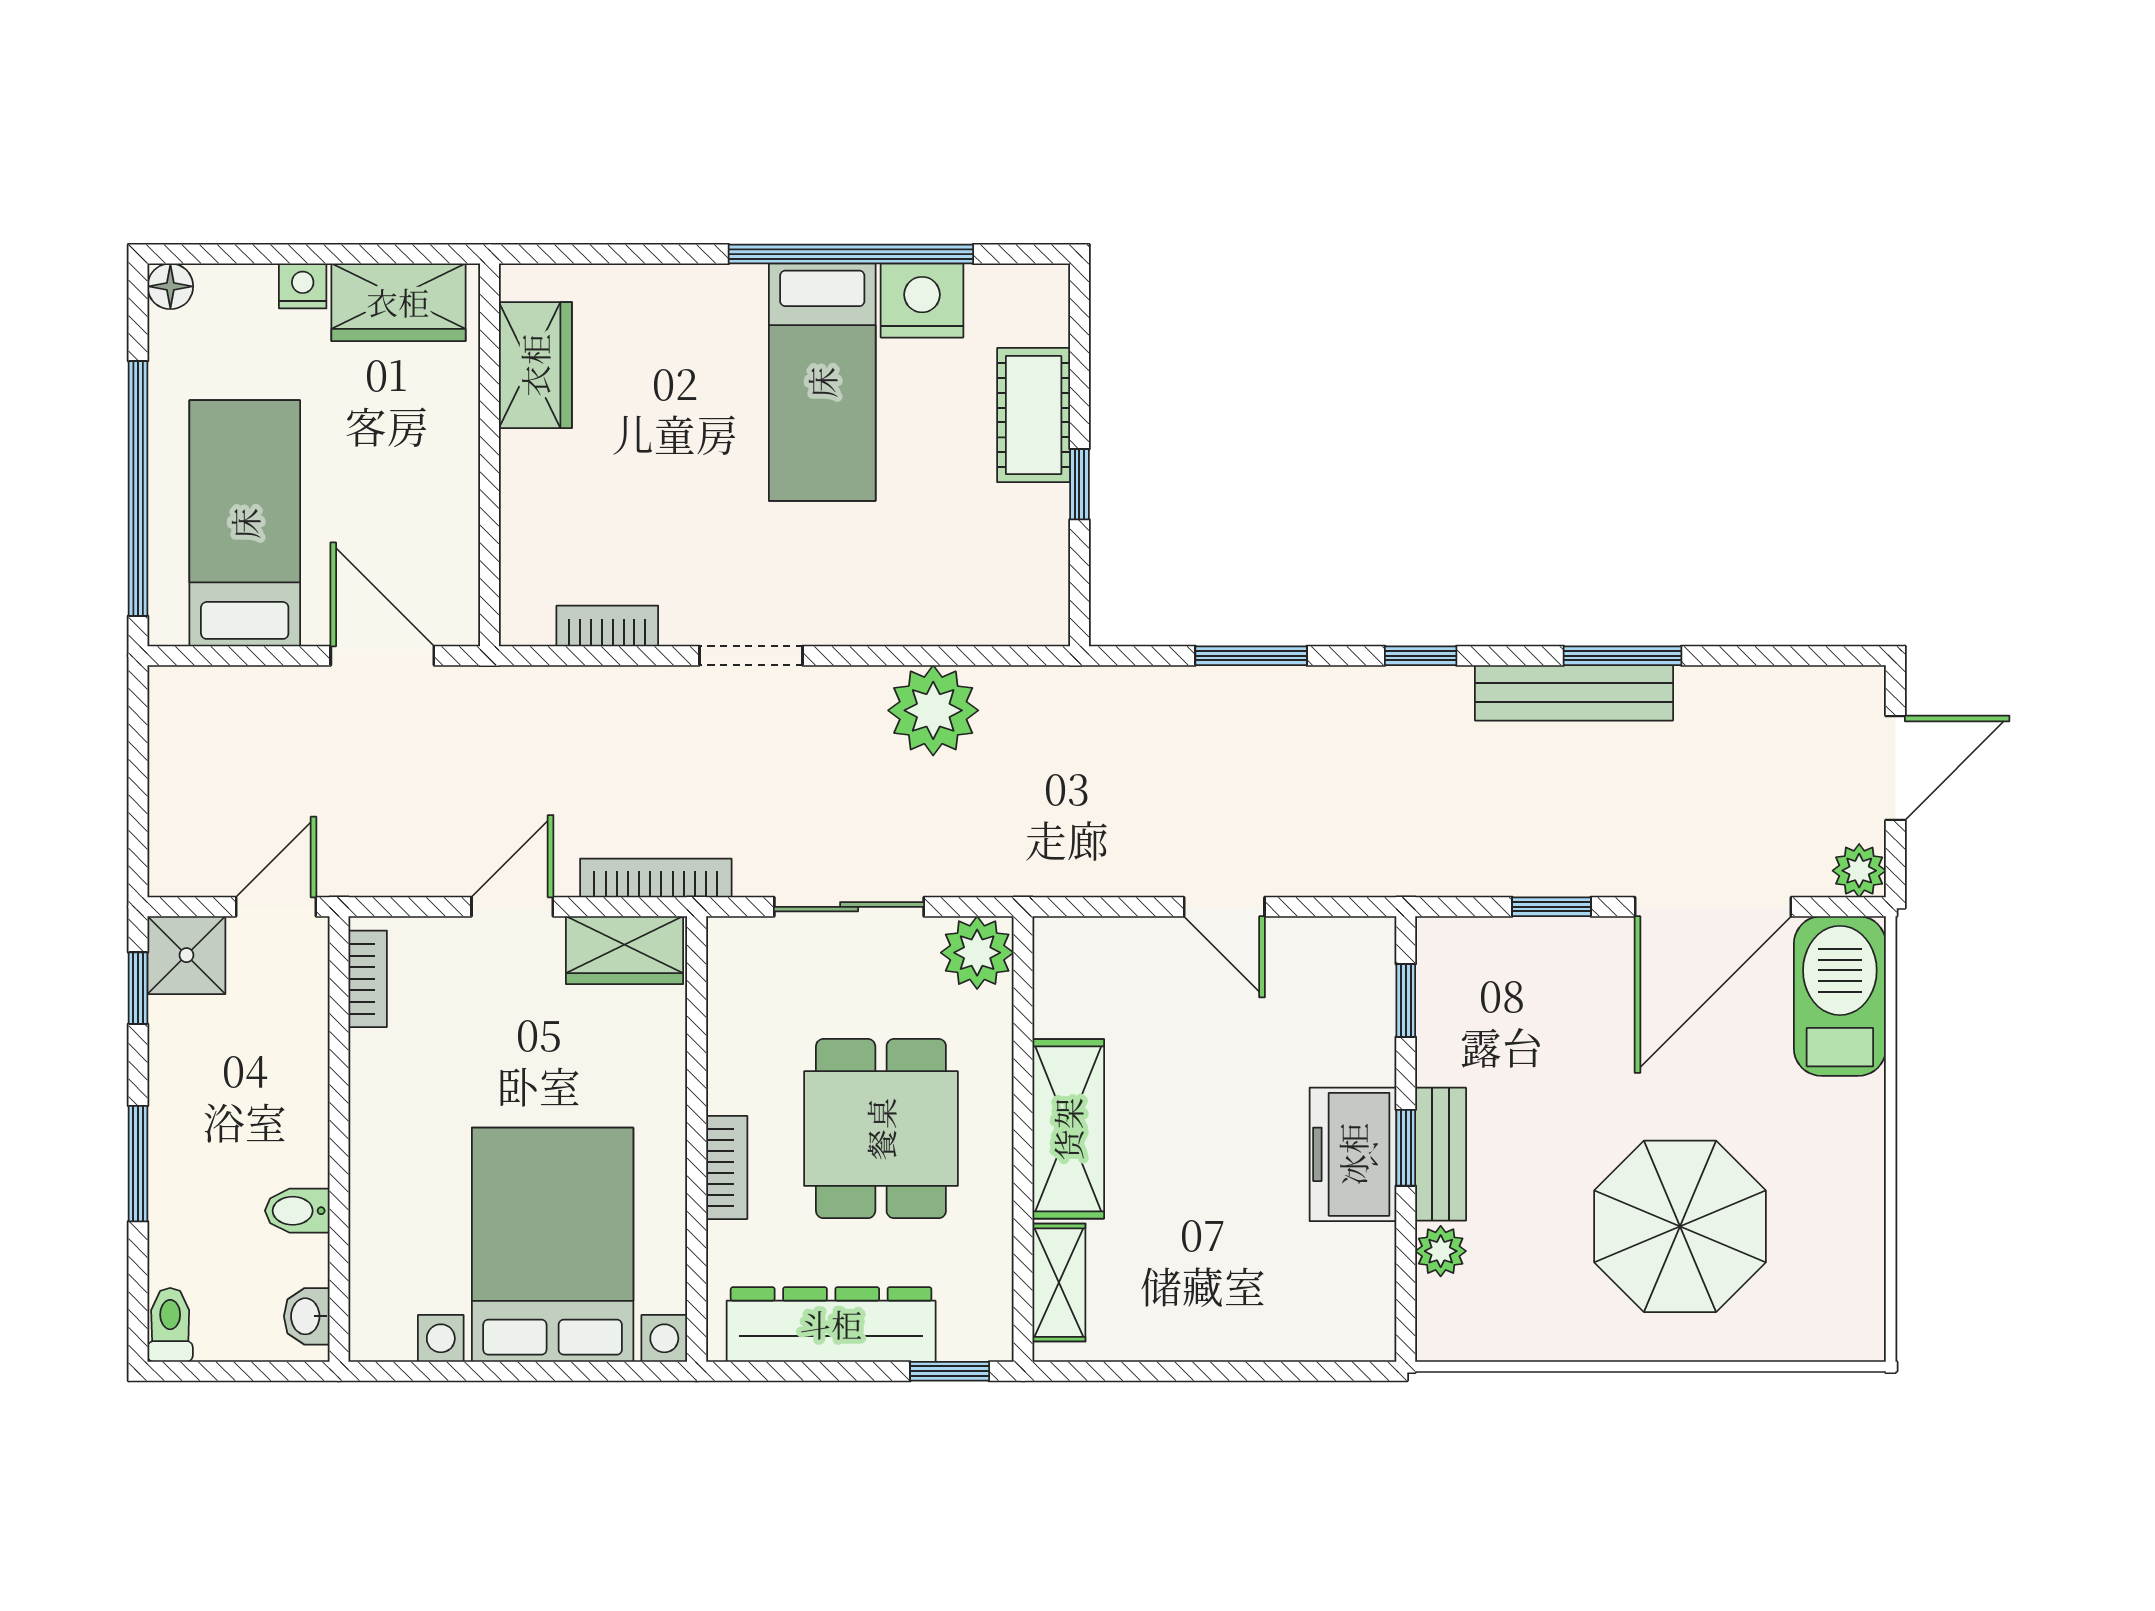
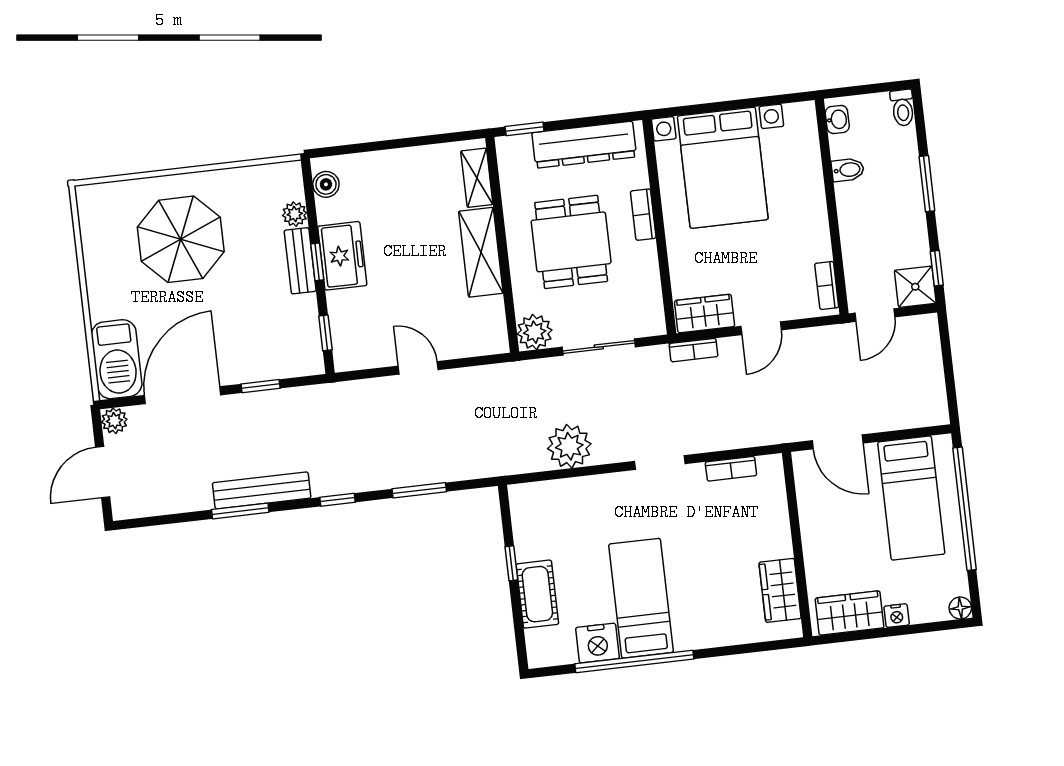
bookcase: (656, 878) -> (693, 350), width x0.64
boiler: (1370, 1305) -> (326, 184), added

